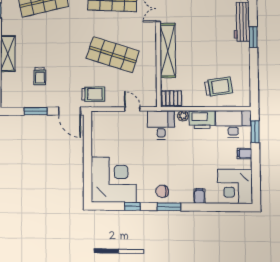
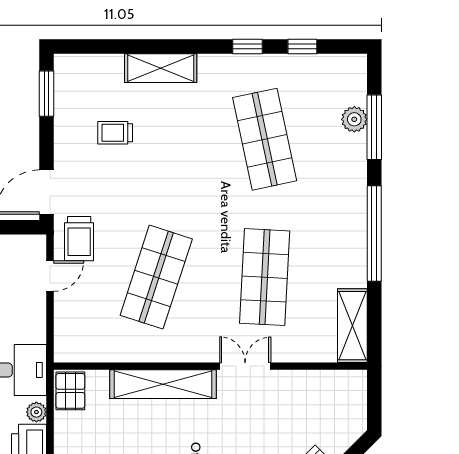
door: (132, 109) -> (50, 276), moved
window: (36, 111) -> (46, 94), moved

